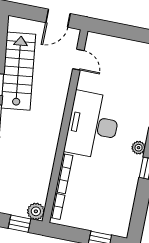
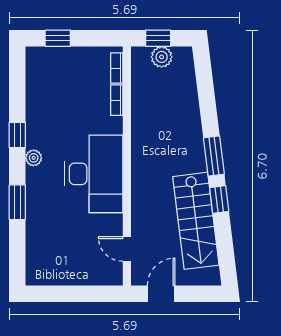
bookcase: (64, 174) -> (117, 100), width x0.64
plant: (36, 211) -> (162, 57), moved

